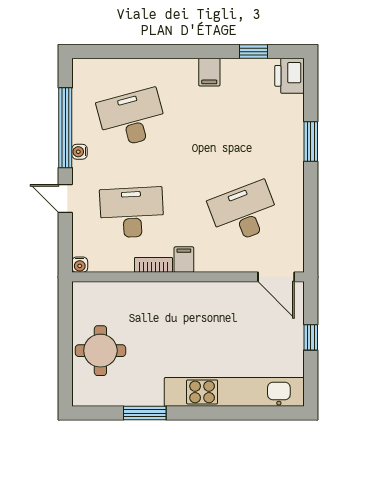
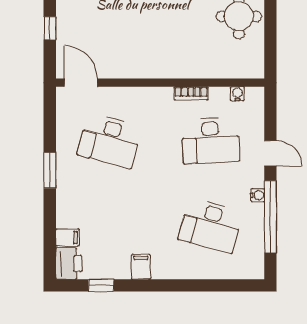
desk: (132, 118) -> (211, 225), turned 30
window: (311, 142) -> (50, 170), moved
desk: (244, 212) -> (110, 141), turned 36
filing cabinet: (184, 260) -> (67, 237), moved, turned -90
water cooler: (80, 265) -> (237, 94), moved

